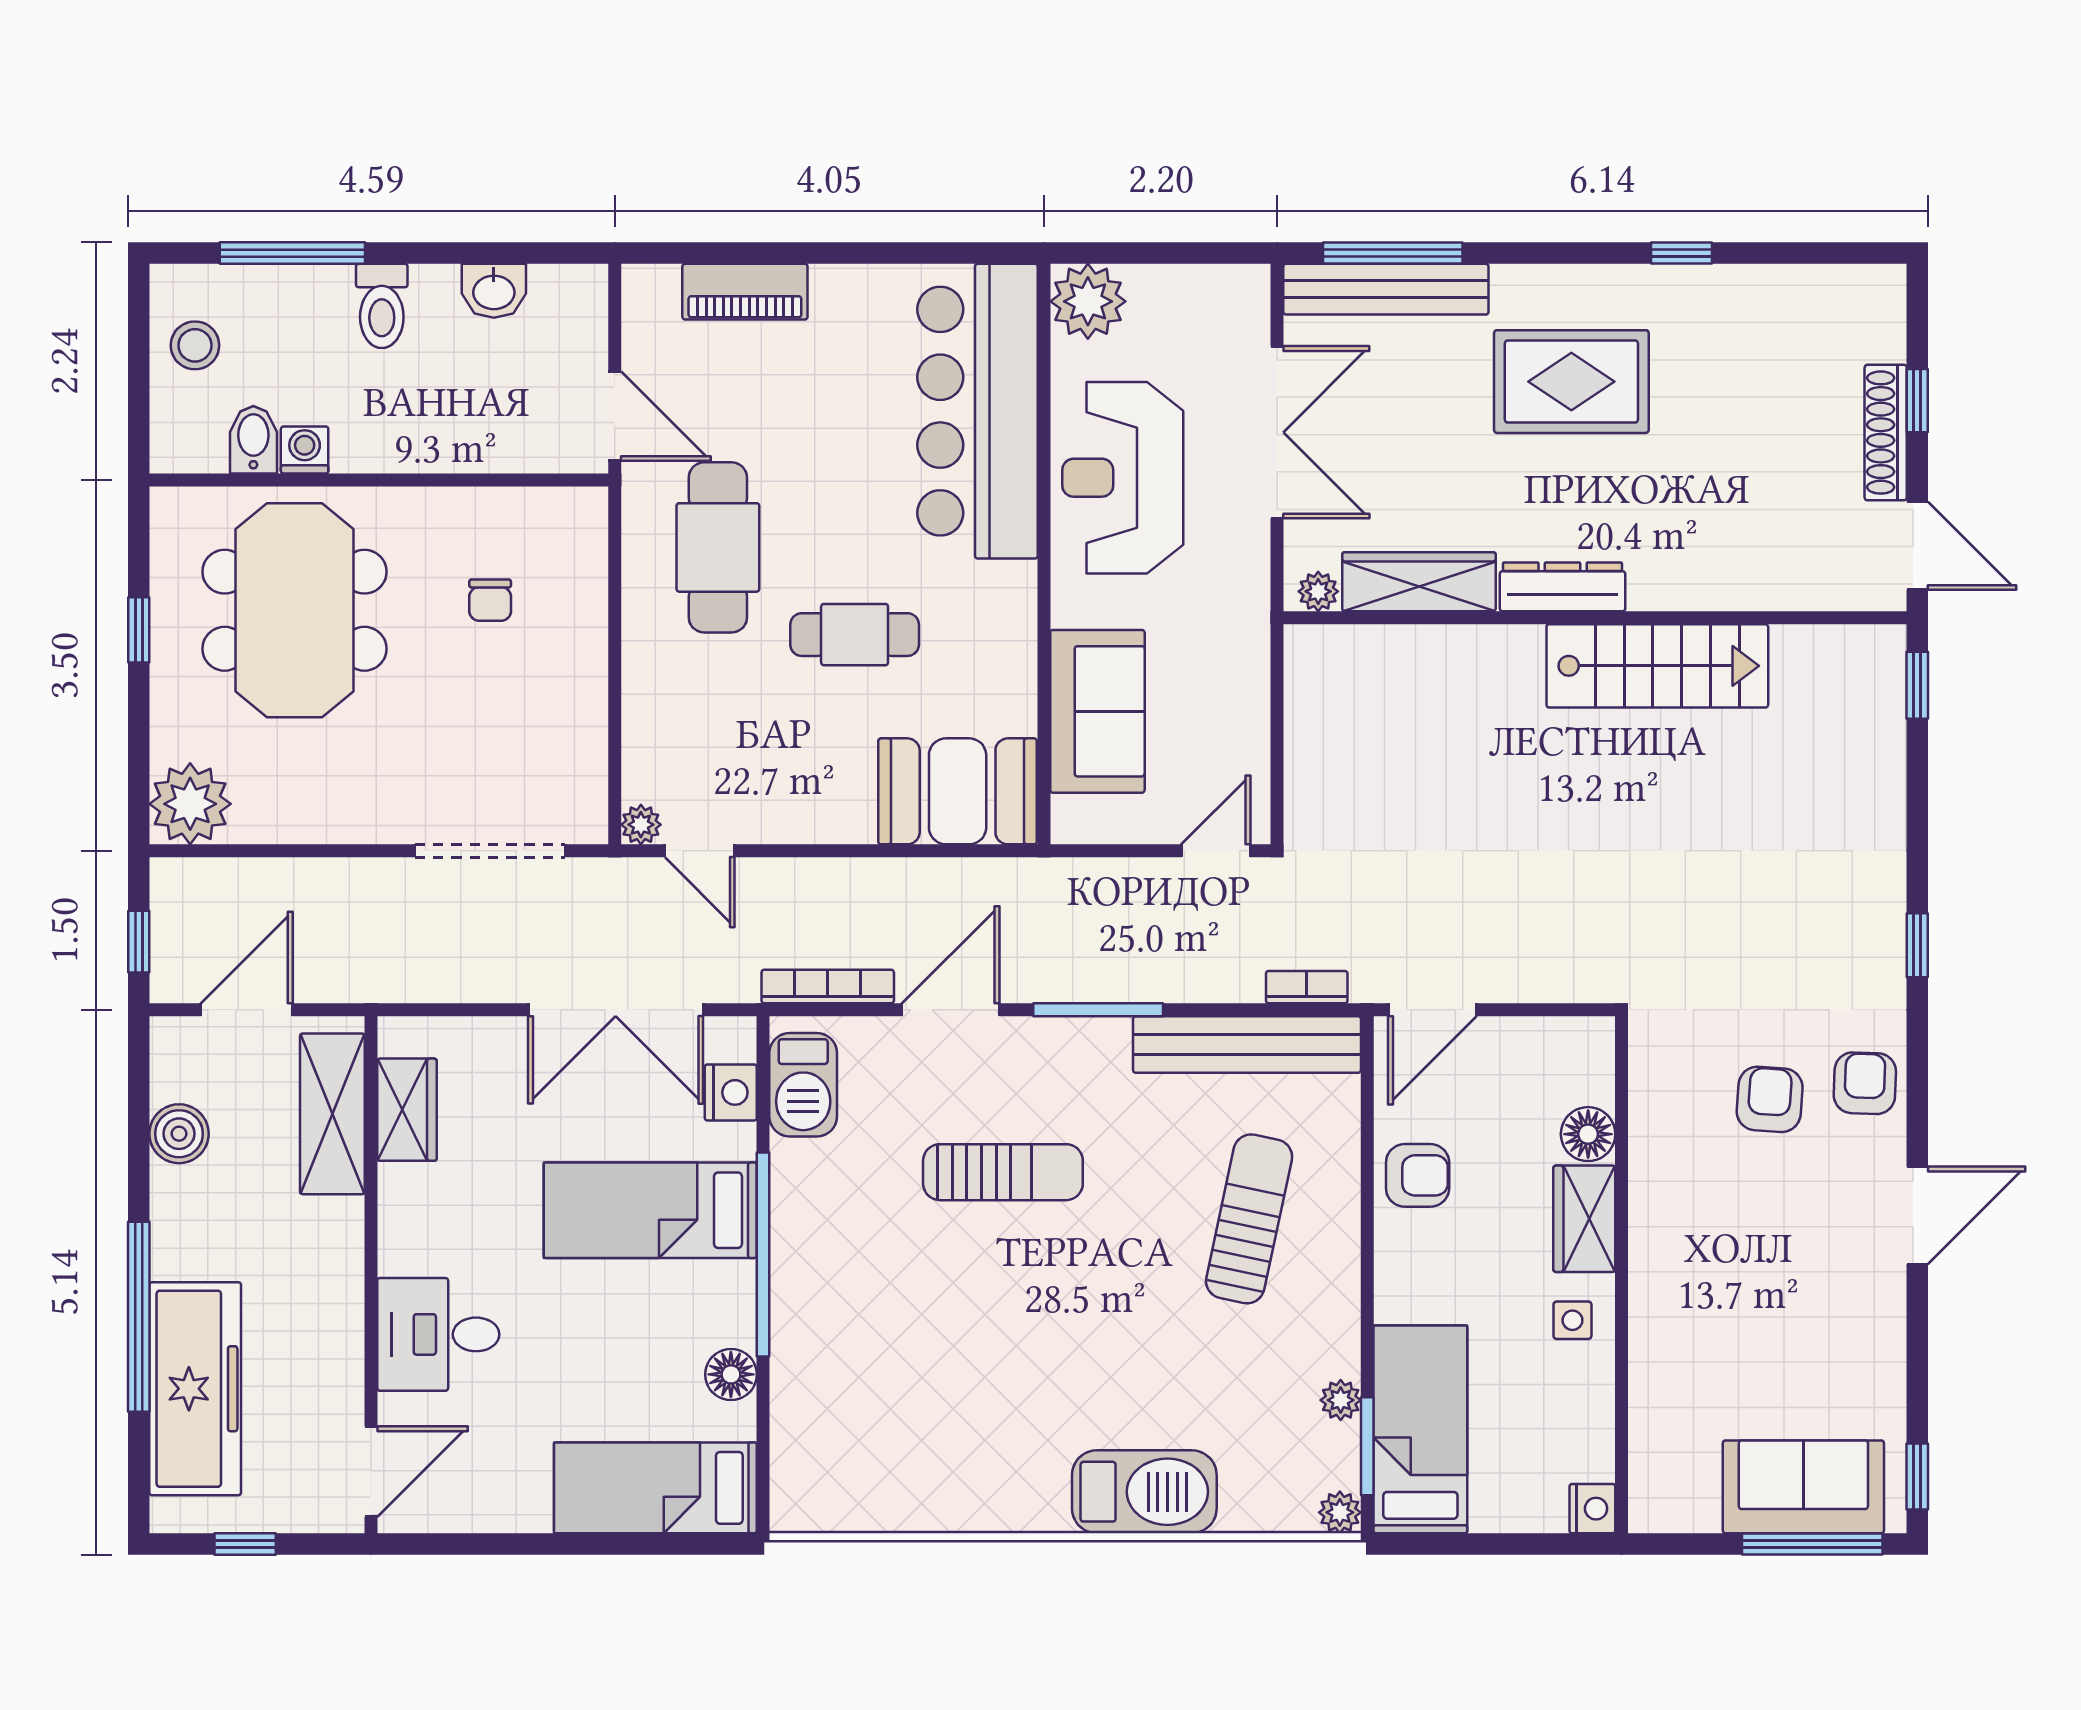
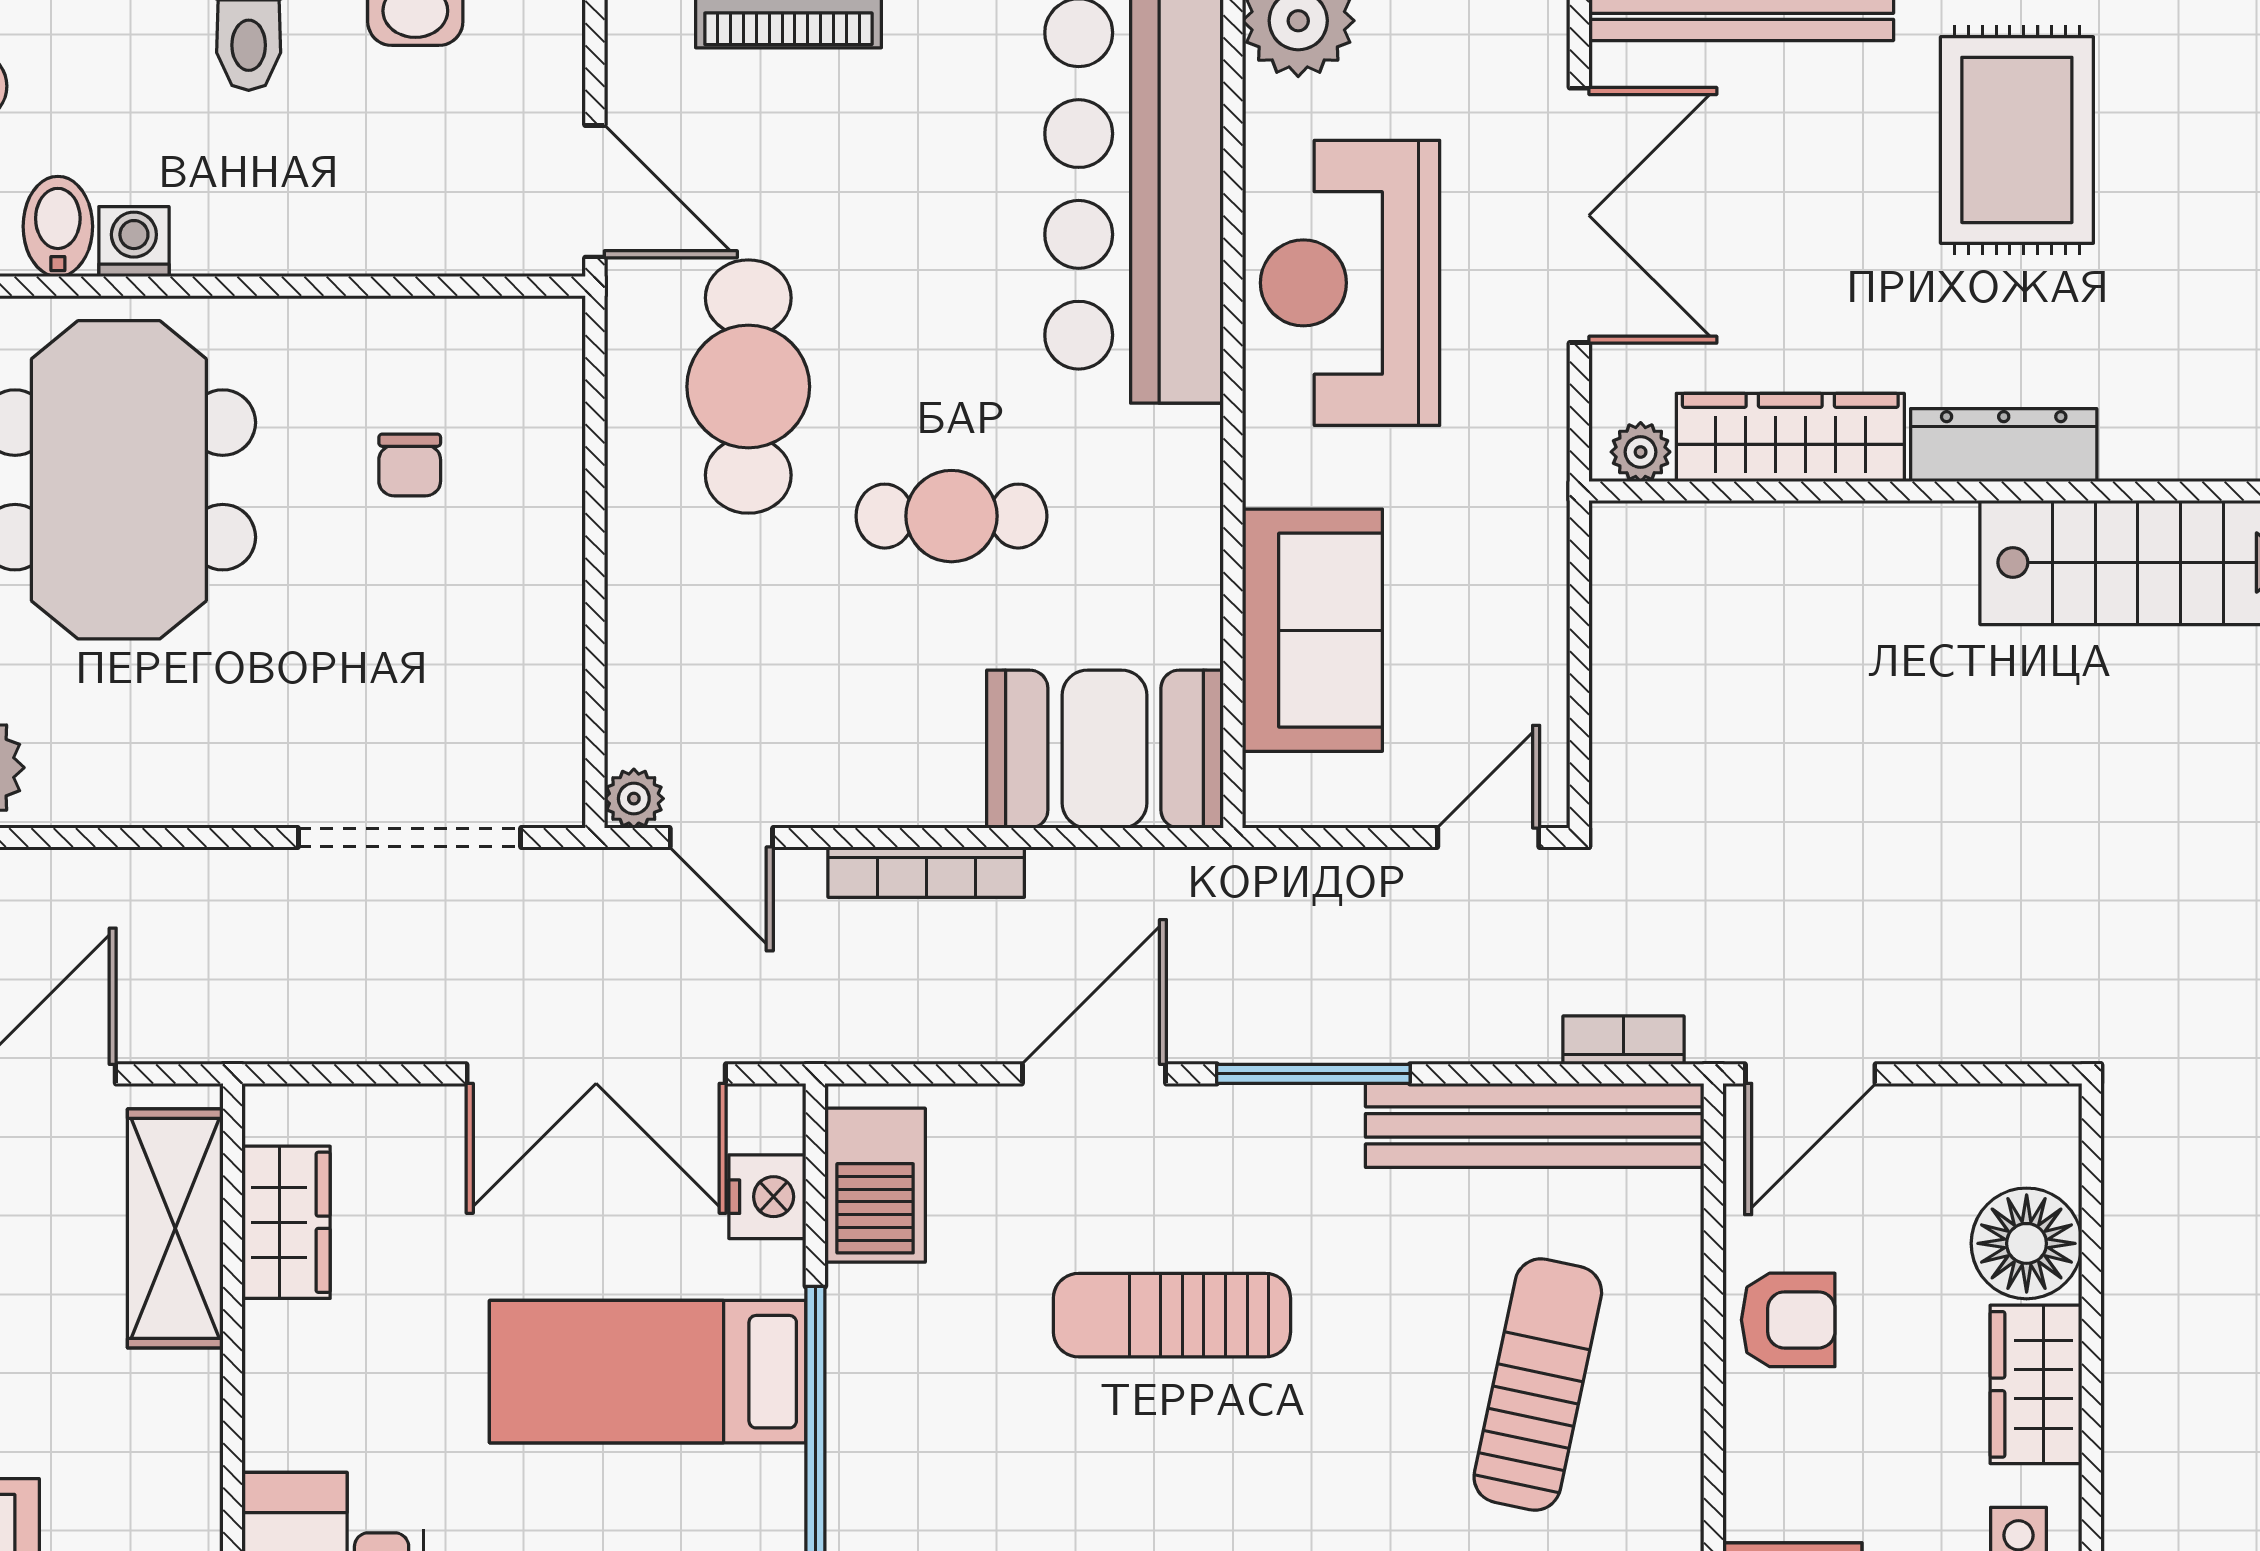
rug: (1571, 382) -> (2017, 140), turned 90
bookcase: (828, 987) -> (926, 872), moved, turned 180
floor lamp: (1588, 1134) -> (2027, 1243), width x1.38, depth x1.38
sun lounger: (1003, 1172) -> (1172, 1315), turned 180

